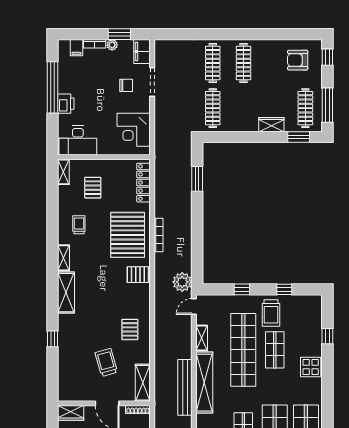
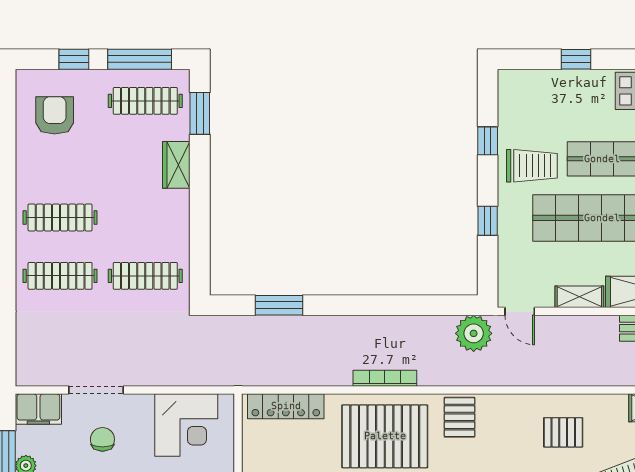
window: (327, 57) -> (74, 59), moved
armchair: (298, 60) -> (55, 115), turned 180

